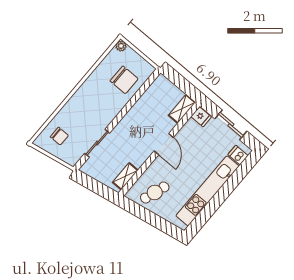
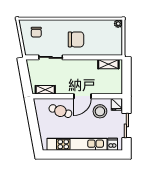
chair: (124, 80) -> (76, 39), moved, turned -90
shelving: (182, 109) -> (108, 64), moved
stool: (194, 140) -> (100, 111), added
cafe table: (155, 192) -> (60, 111), moved

